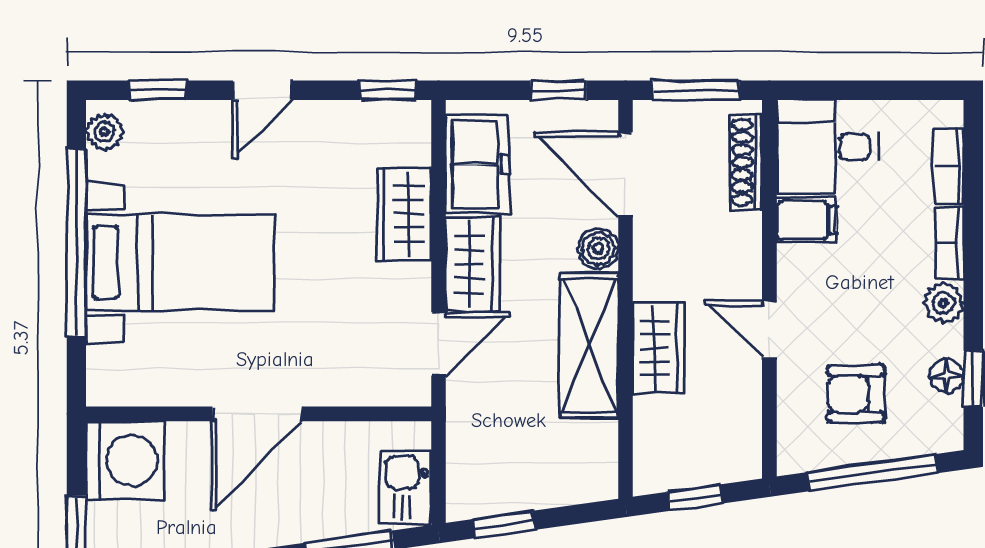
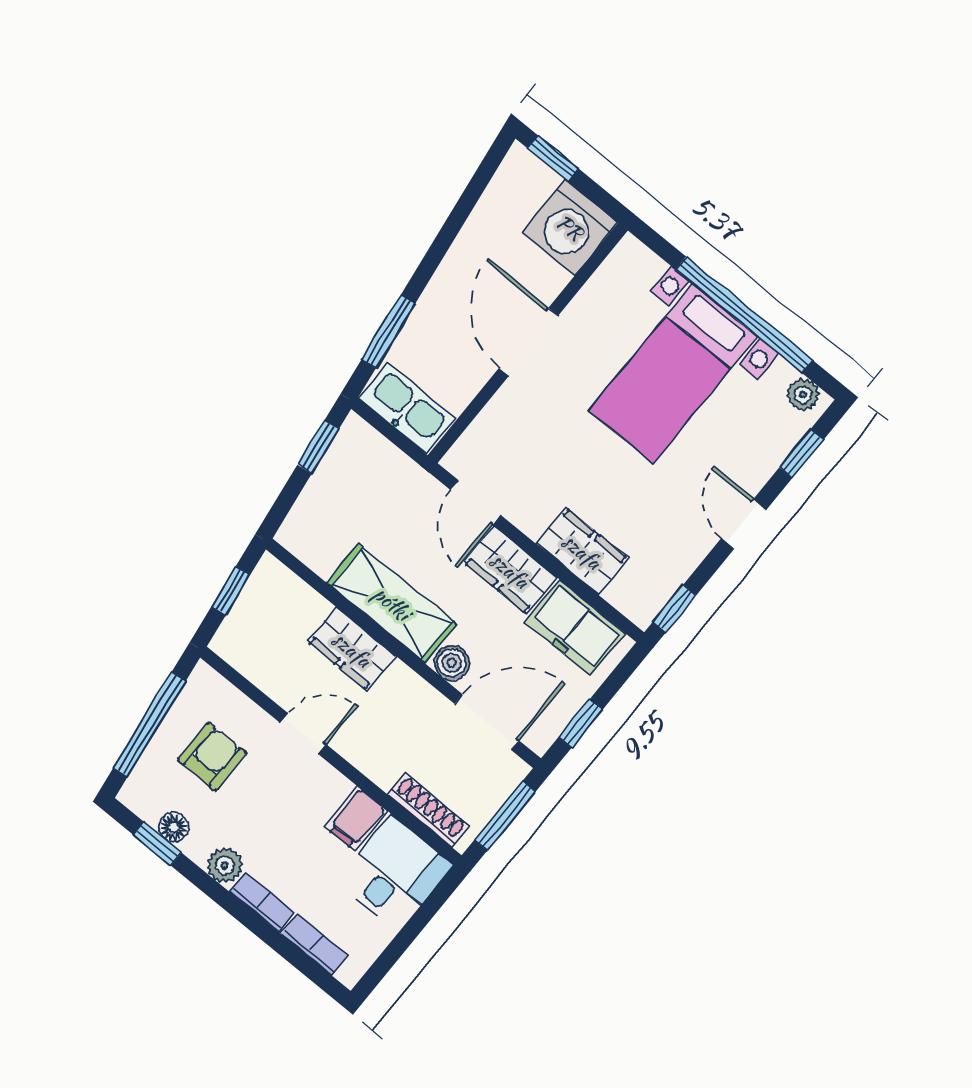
kitchen sink: (405, 487) -> (407, 408), width x1.38

